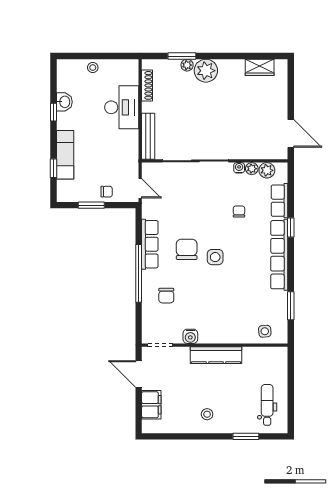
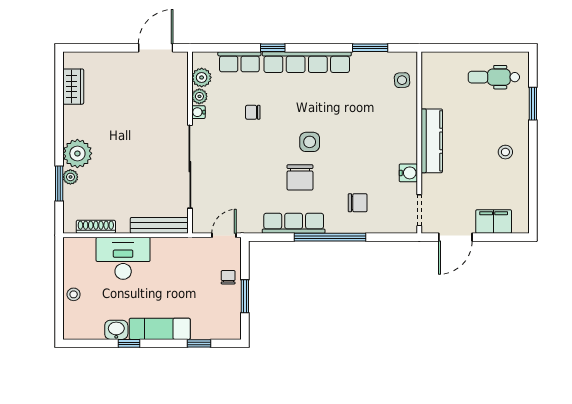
exam couch: (65, 155) -> (160, 329), moved
chair: (187, 249) -> (300, 177), turned -90

